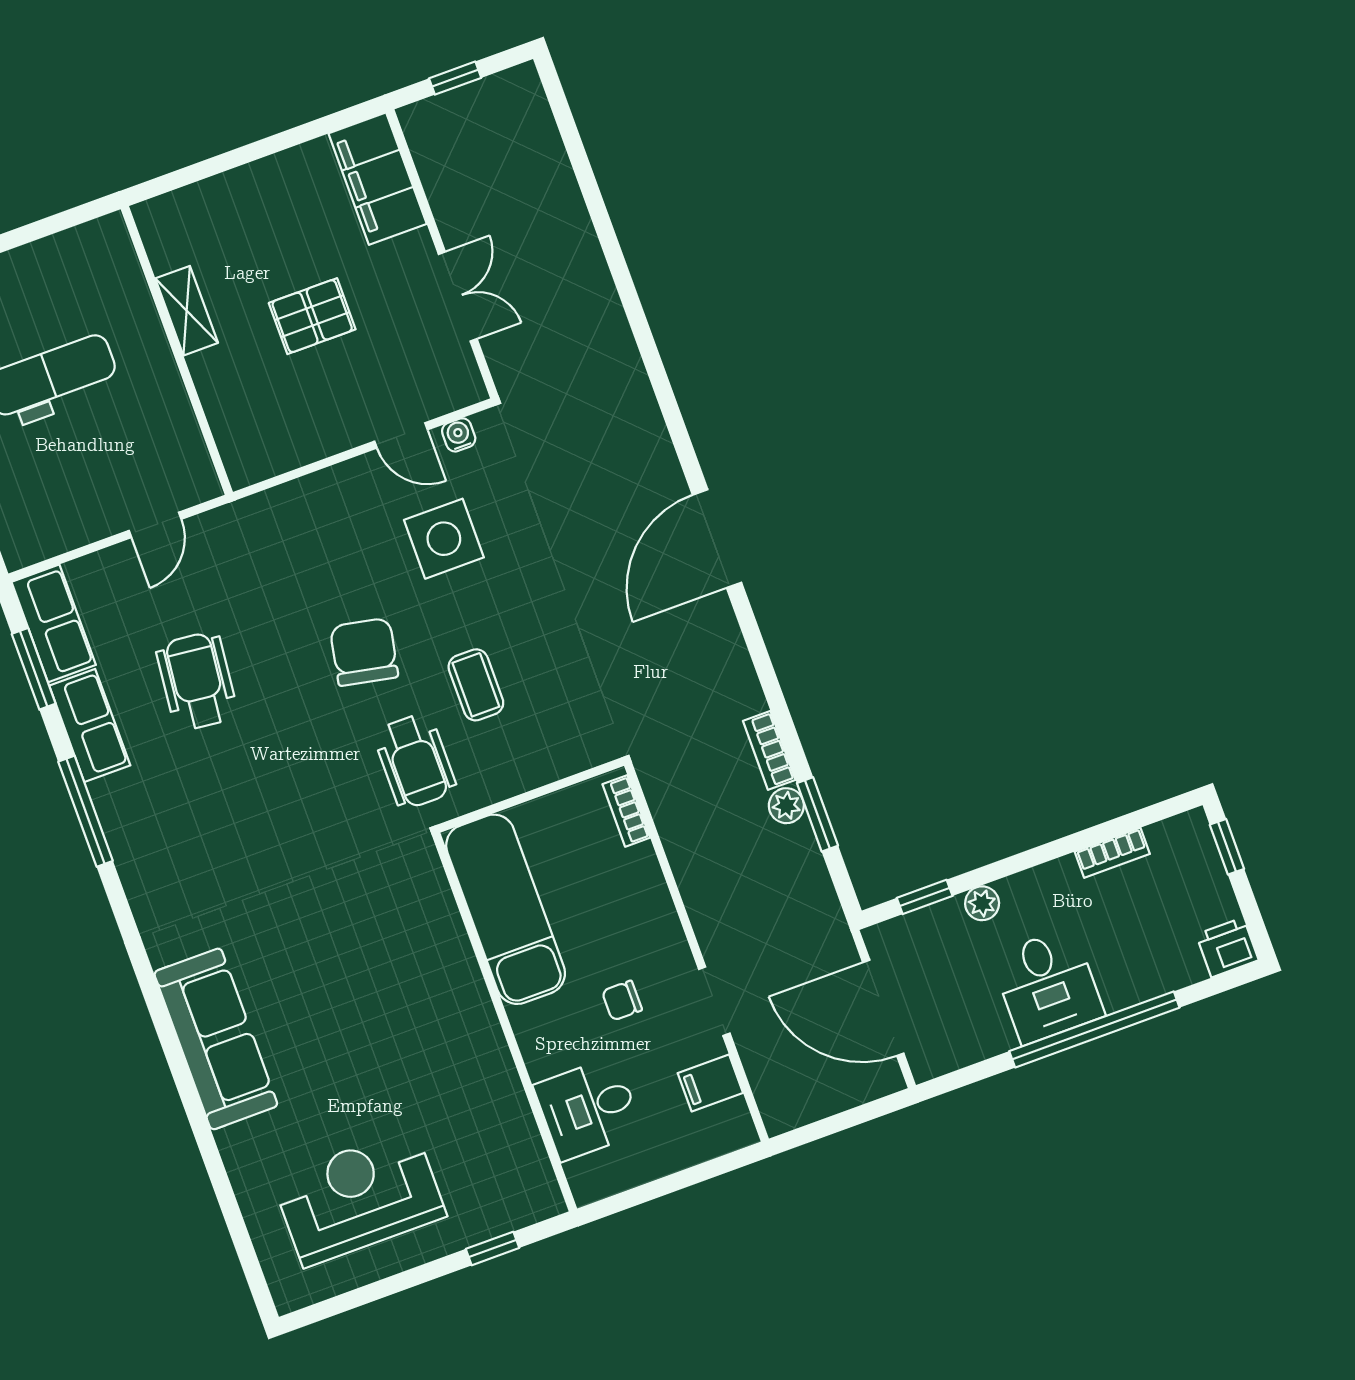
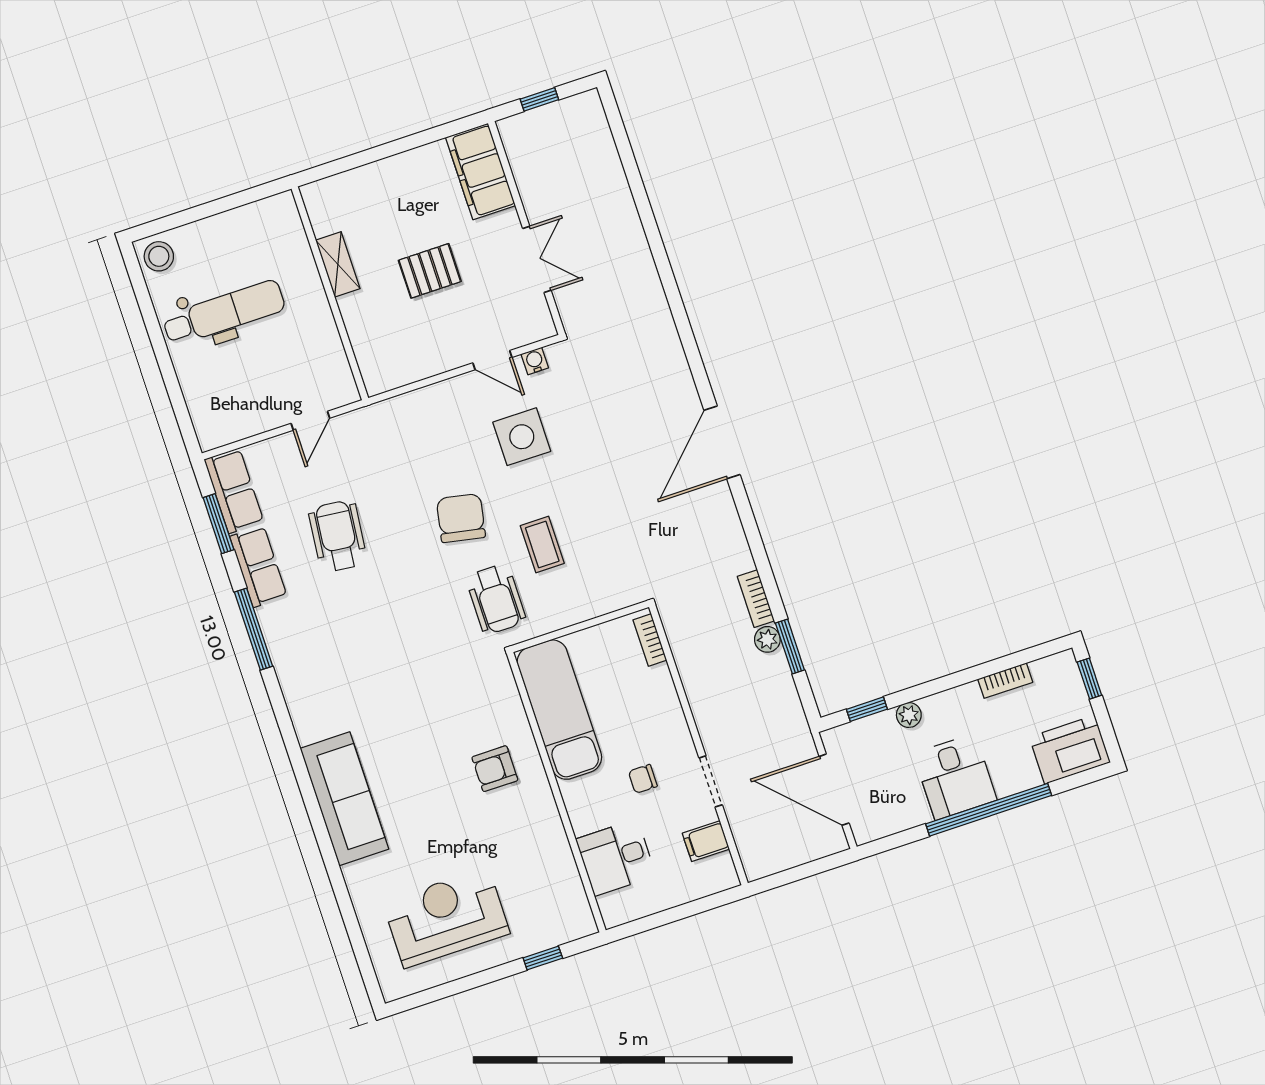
printer: (1227, 947) -> (1070, 750), width x1.87, depth x1.48
armchair: (420, 992) -> (495, 769), added

